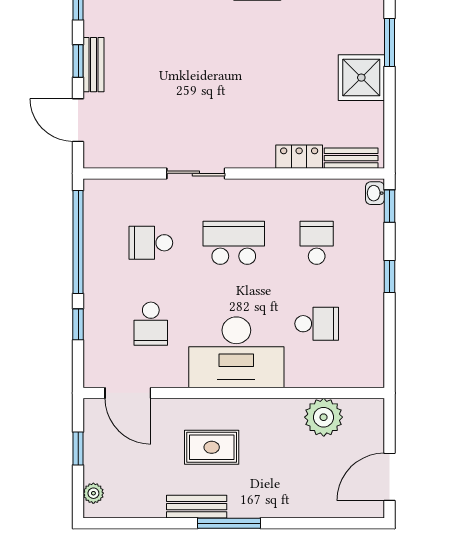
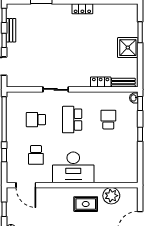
bench: (94, 65) -> (11, 30), moved
school desk: (234, 243) -> (72, 120), turned -90
school desk: (317, 324) -> (108, 155), removed
rug: (212, 447) -> (86, 204), moved

